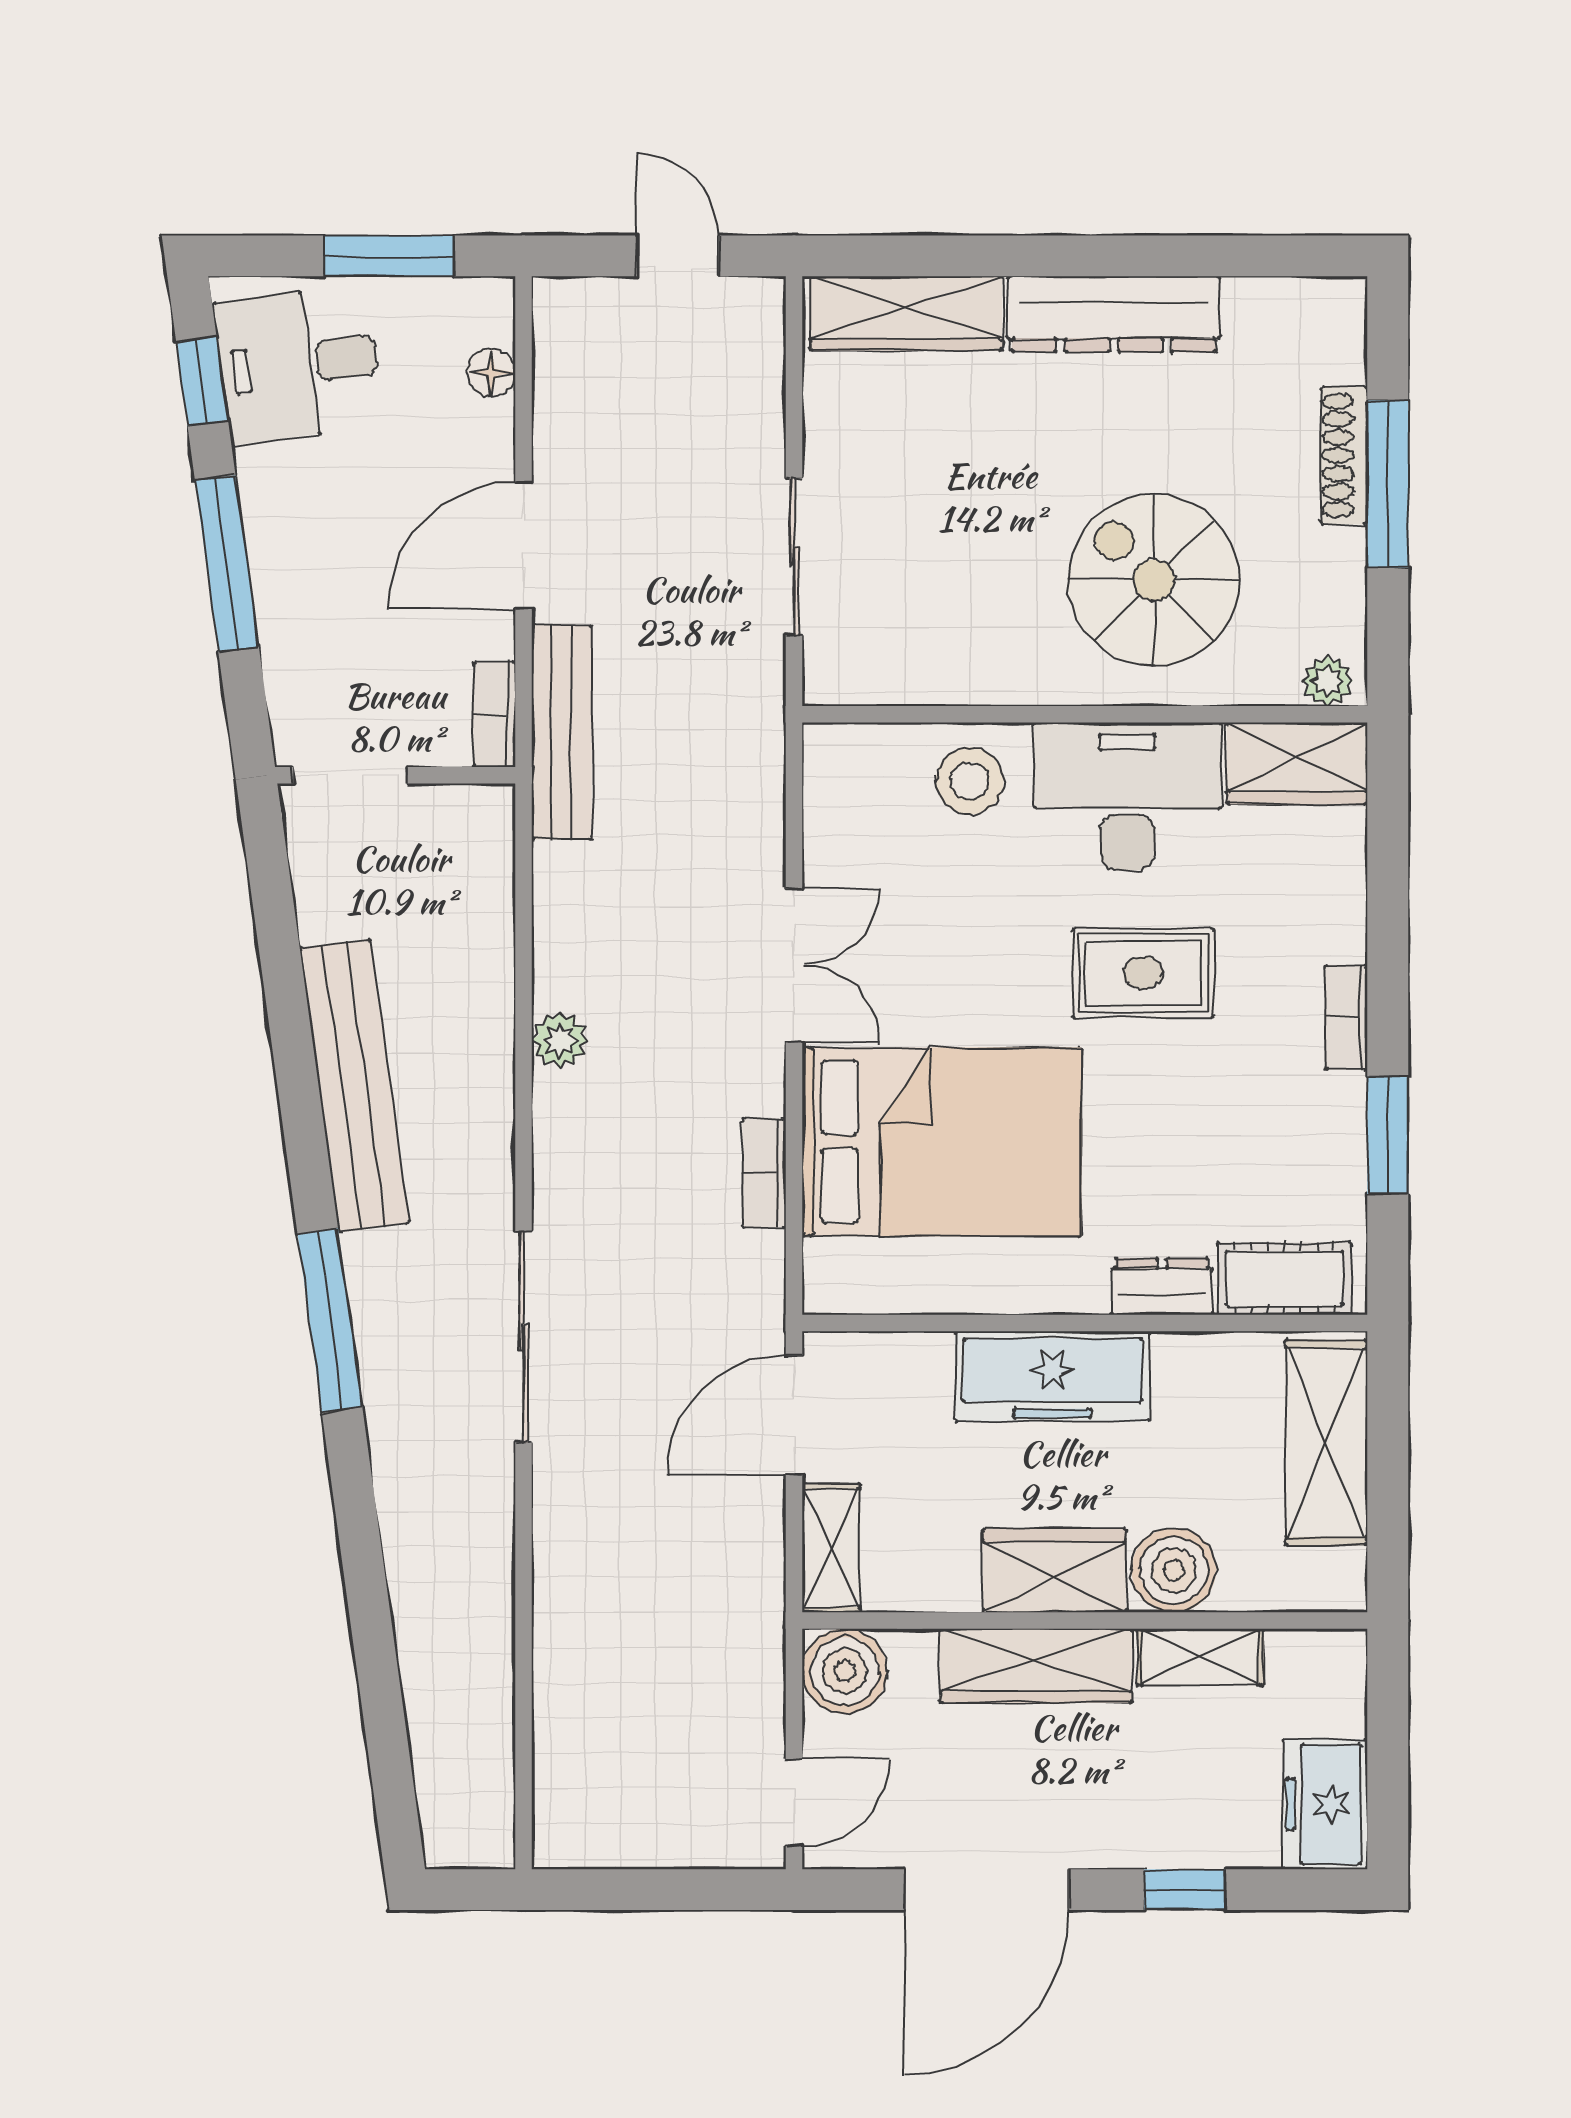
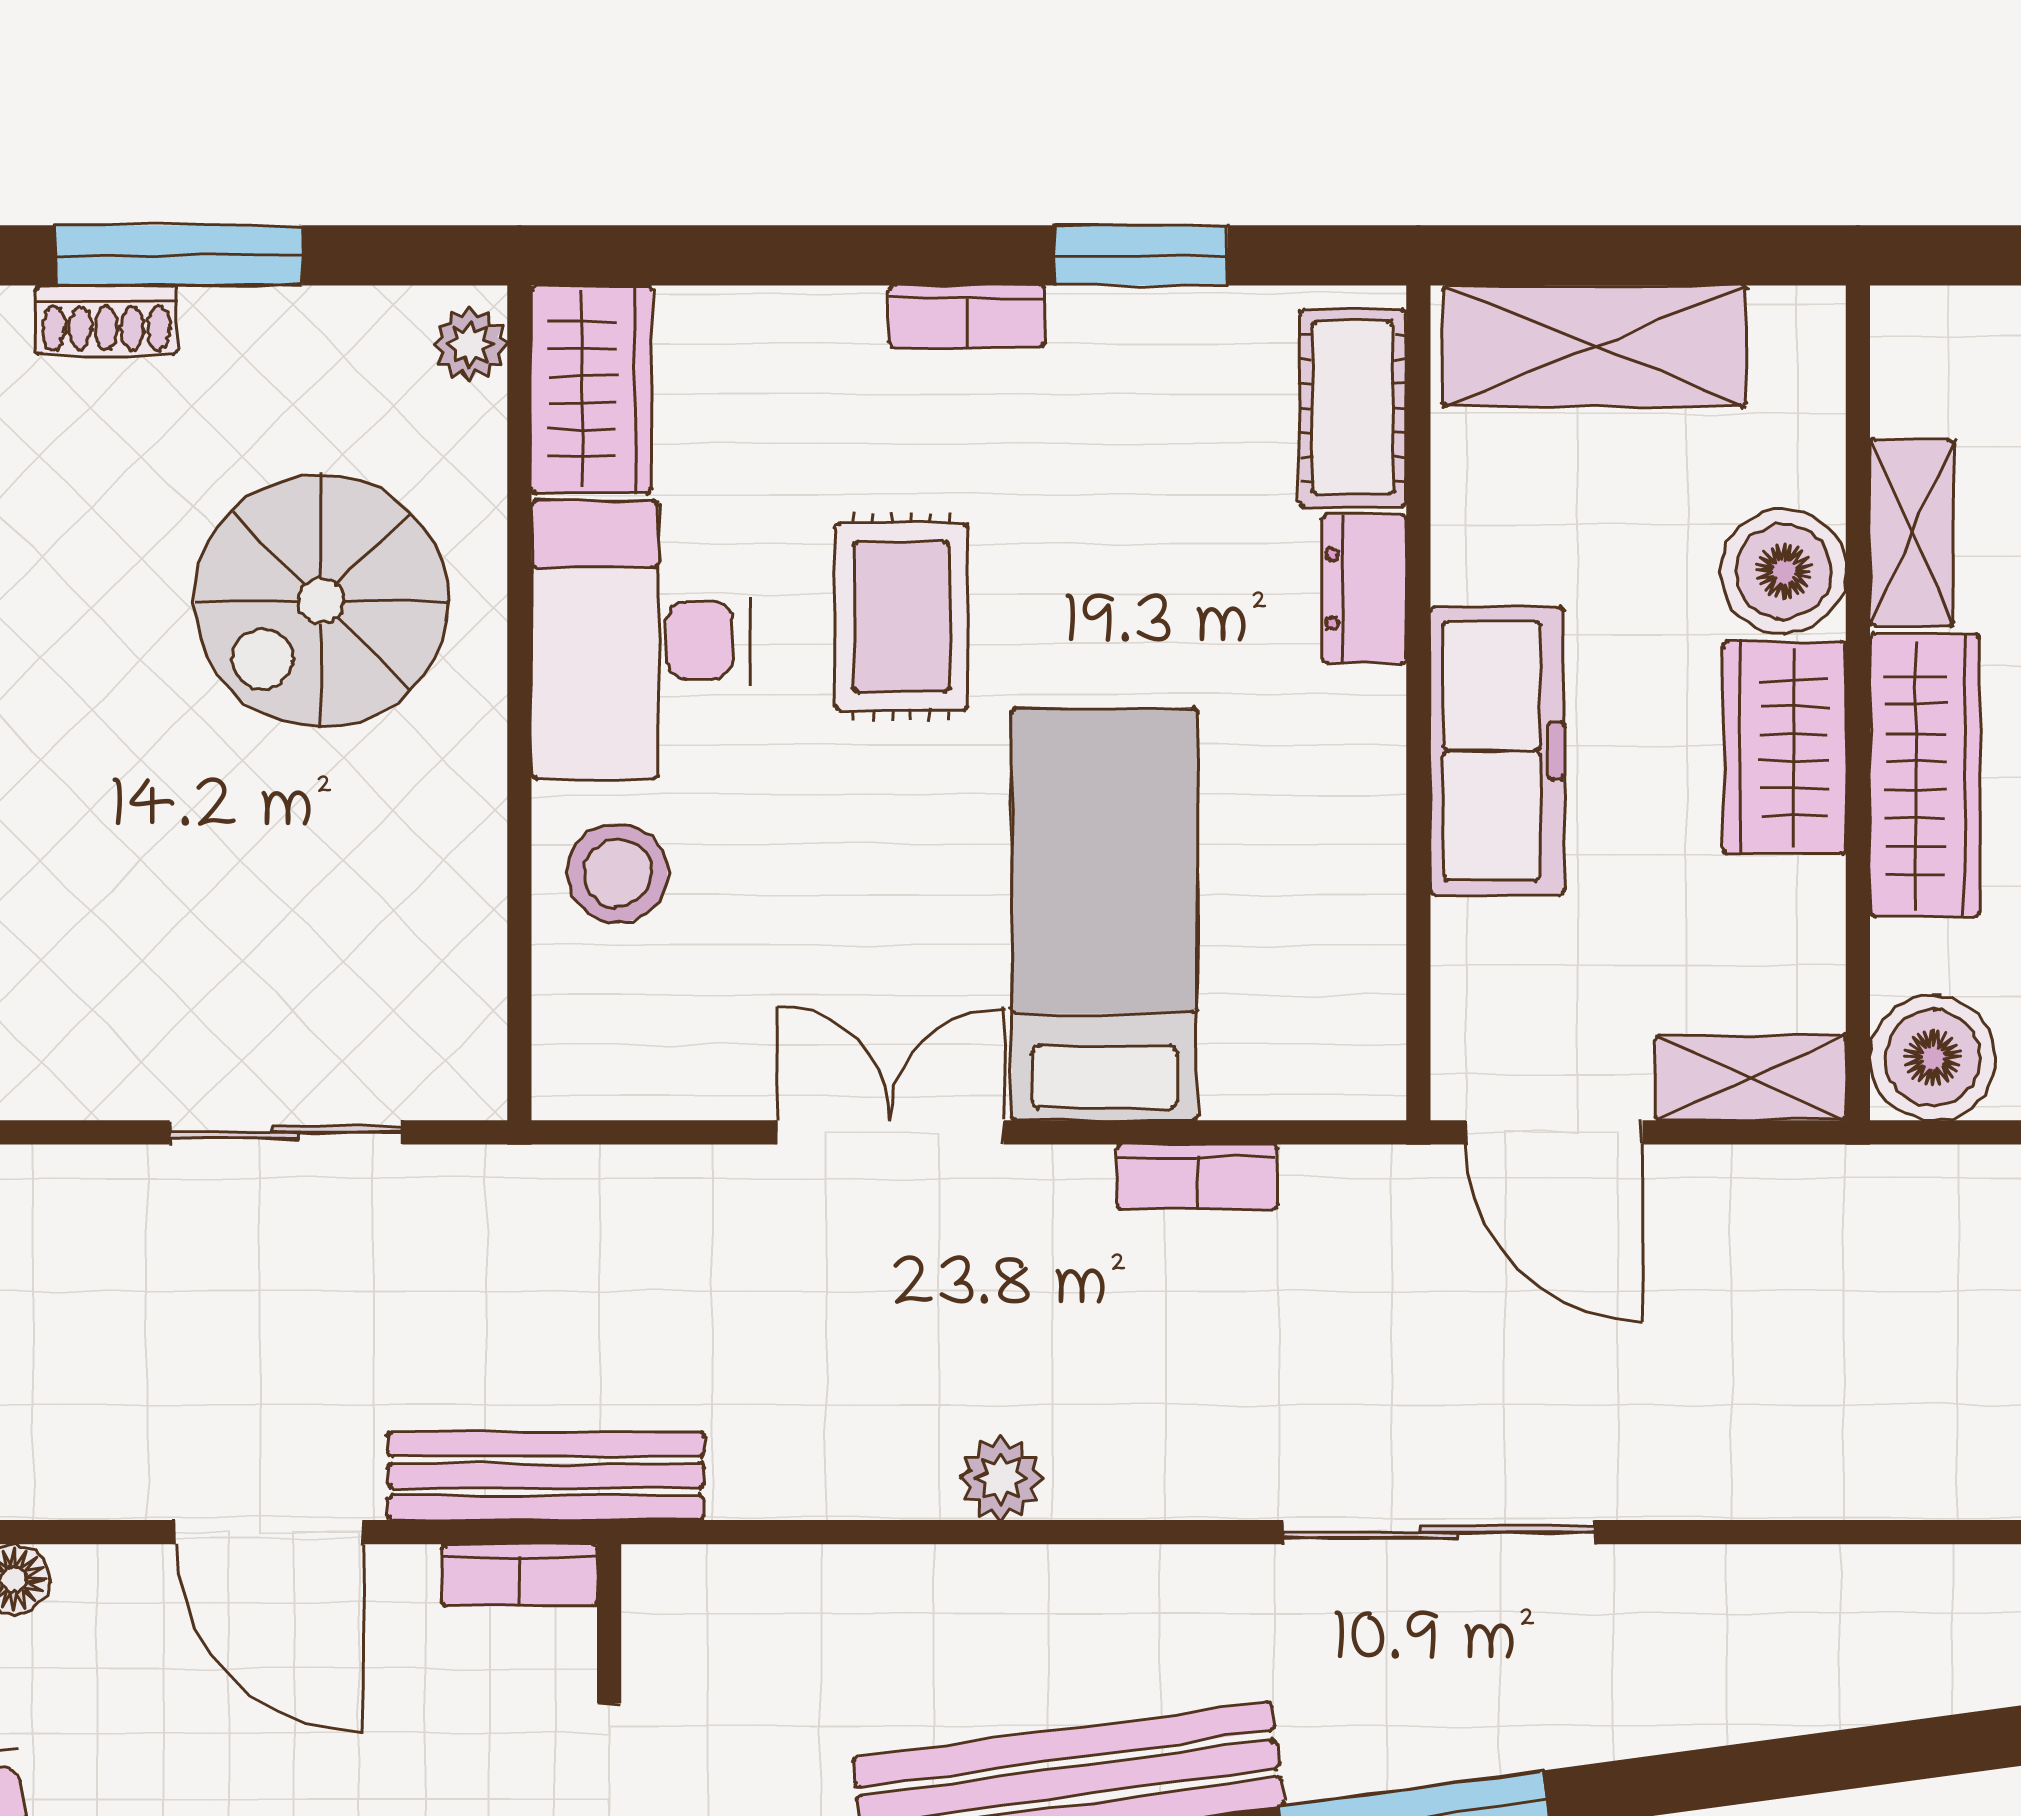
shoe rack: (1344, 455) -> (106, 320), width x0.70
bed: (942, 1142) -> (1104, 914), width x0.67

